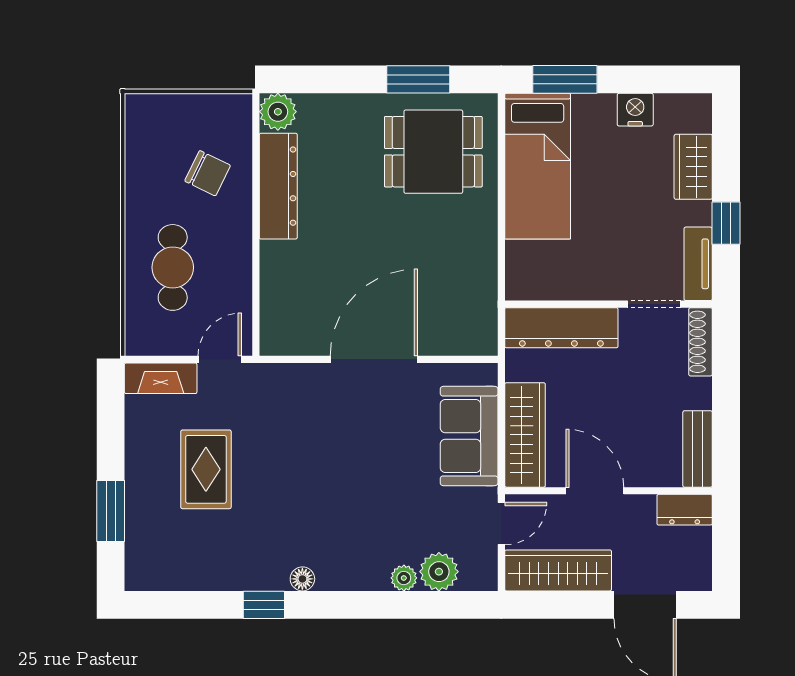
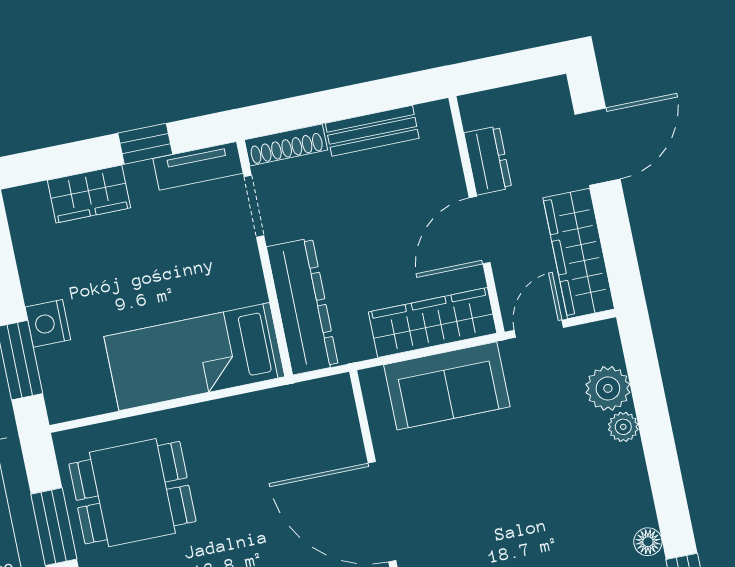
nightstand: (635, 110) -> (48, 323), moved
dining table: (433, 152) -> (132, 493), turned 90
bed: (538, 166) -> (194, 357), moved, turned 180
bench: (698, 449) -> (372, 131), moved
dresser: (685, 510) -> (488, 160), moved
door: (501, 524) -> (539, 329), hinge flipped

